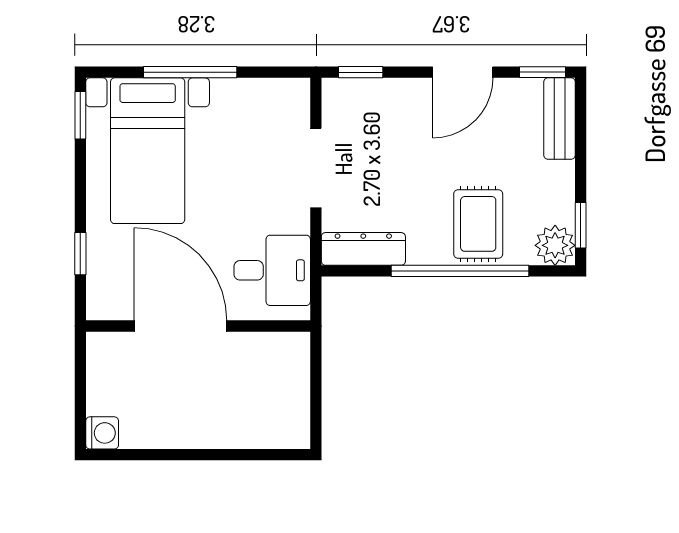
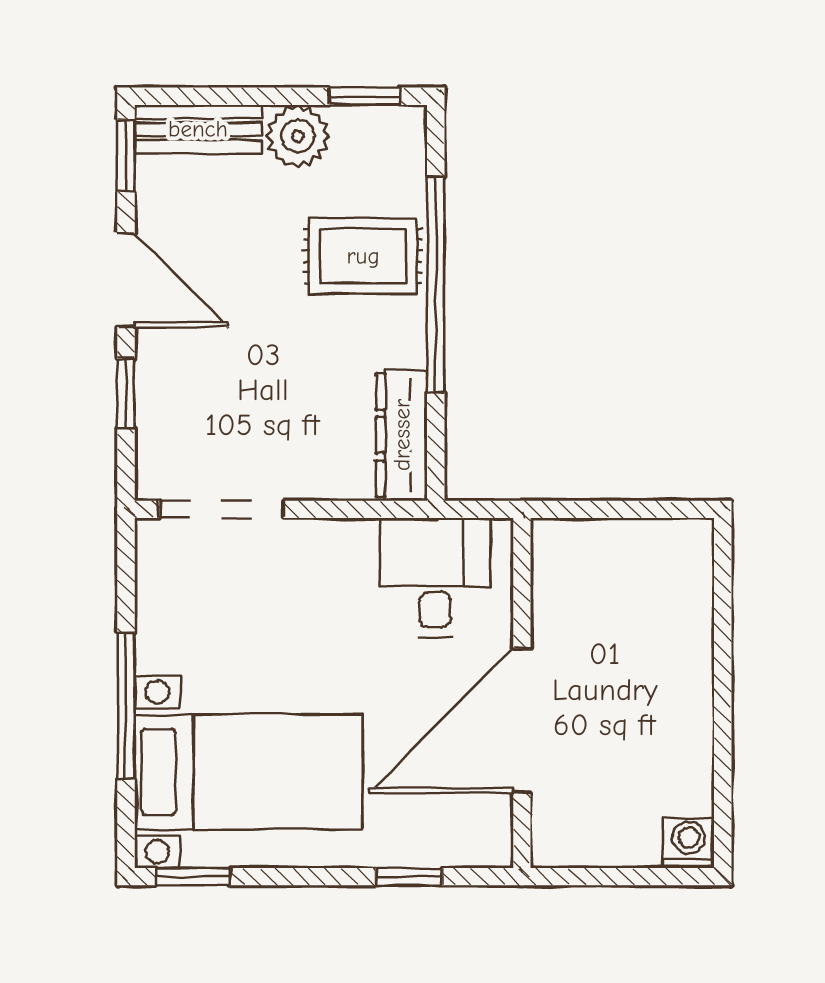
window: (361, 72) -> (126, 393), moved
doorway: (316, 168) -> (221, 509), moved
plant: (555, 245) -> (298, 136), moved

